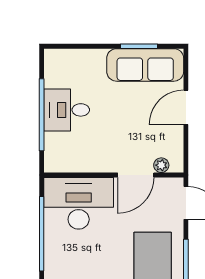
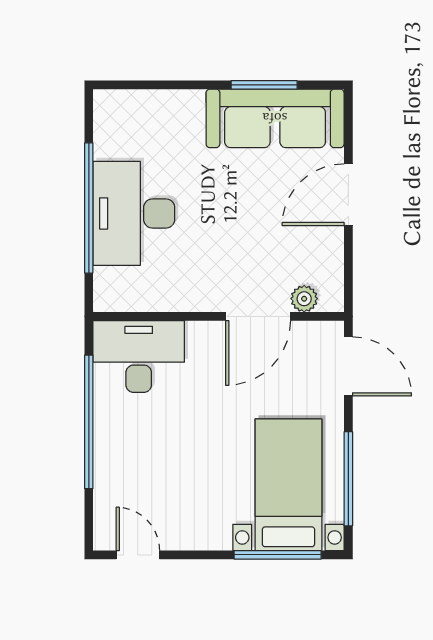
desk: (67, 110) -> (134, 213), width x1.37
desk: (79, 203) -> (139, 356), width x0.73, depth x0.77

